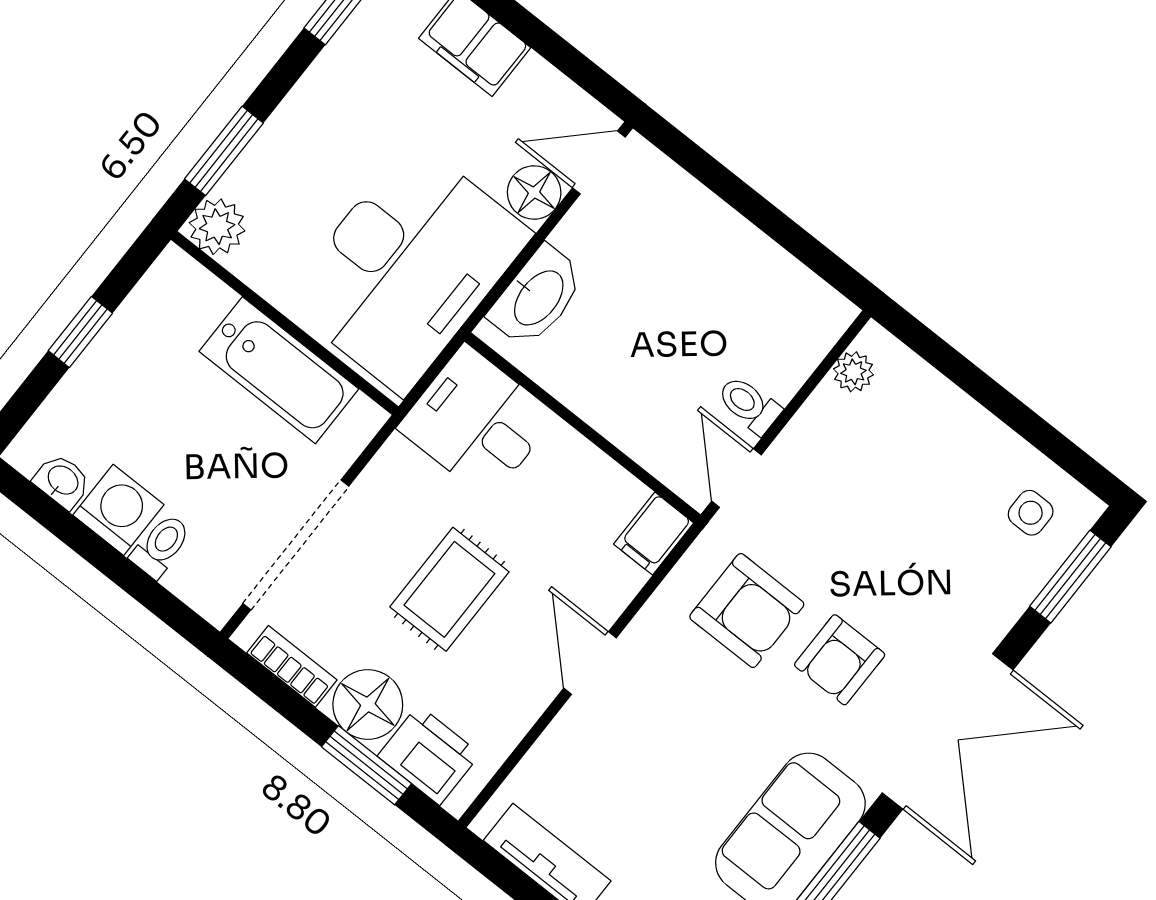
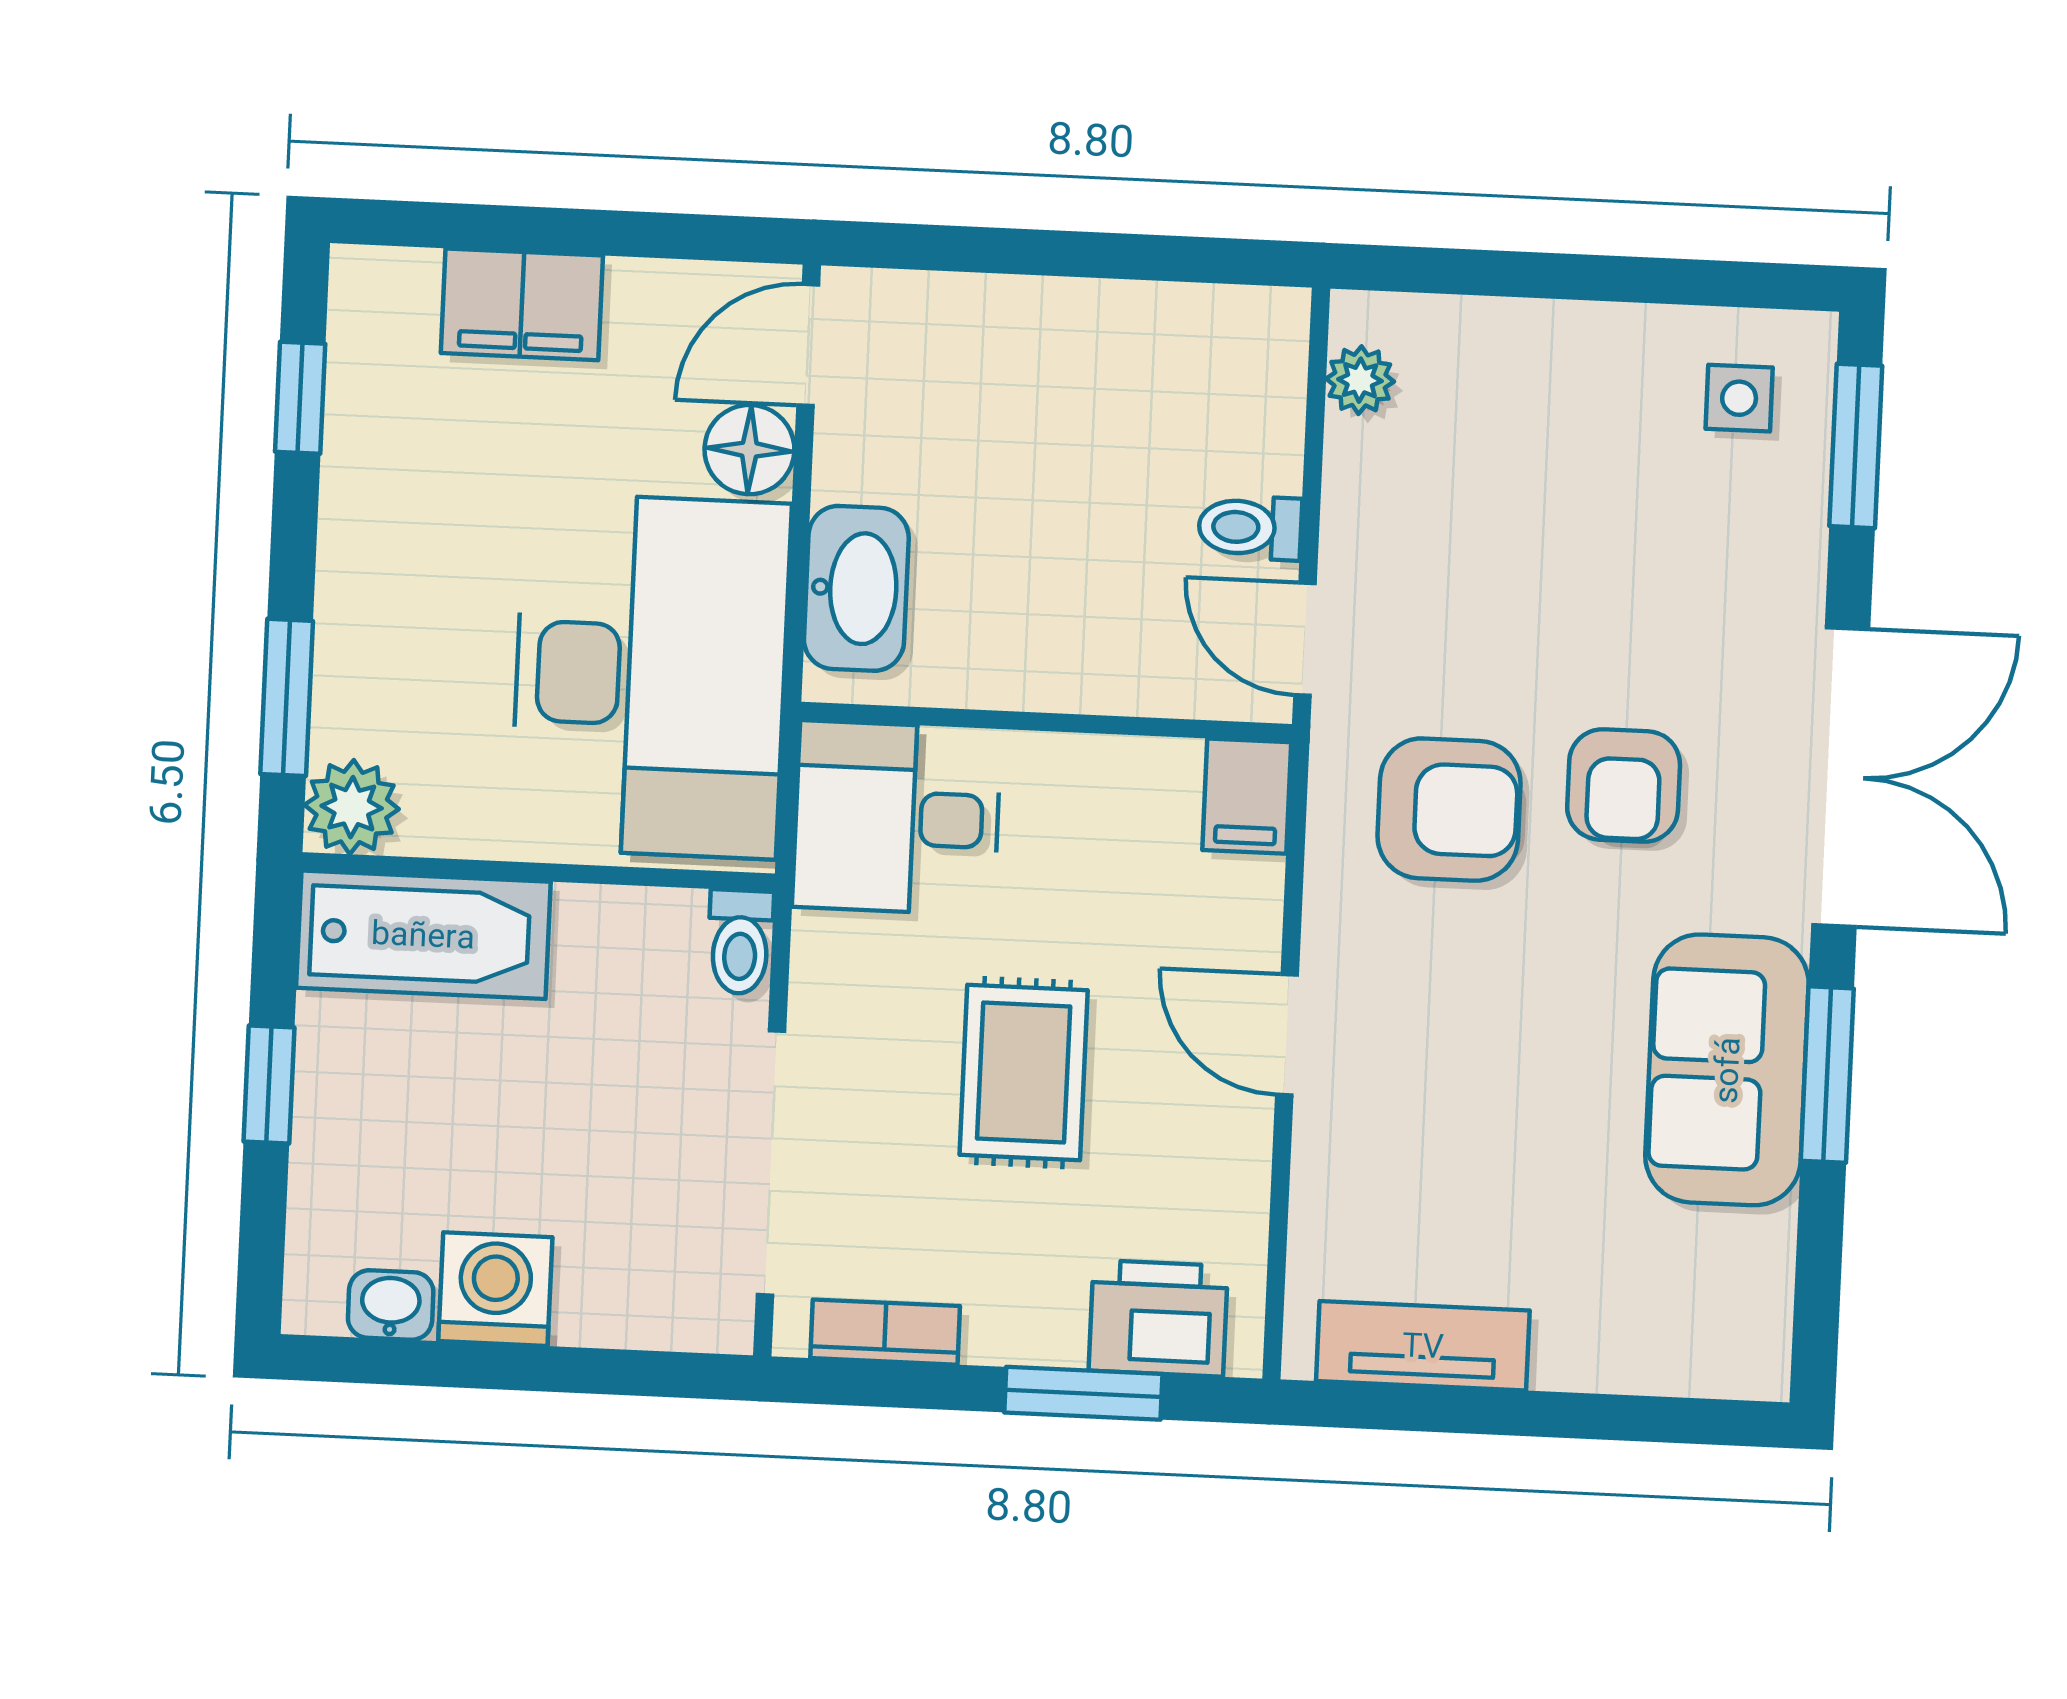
bathtub: (279, 370) -> (423, 935), moved
toilet: (161, 546) -> (740, 942), moved, turned 180
floor lamp: (368, 705) -> (1026, 1309), removed

